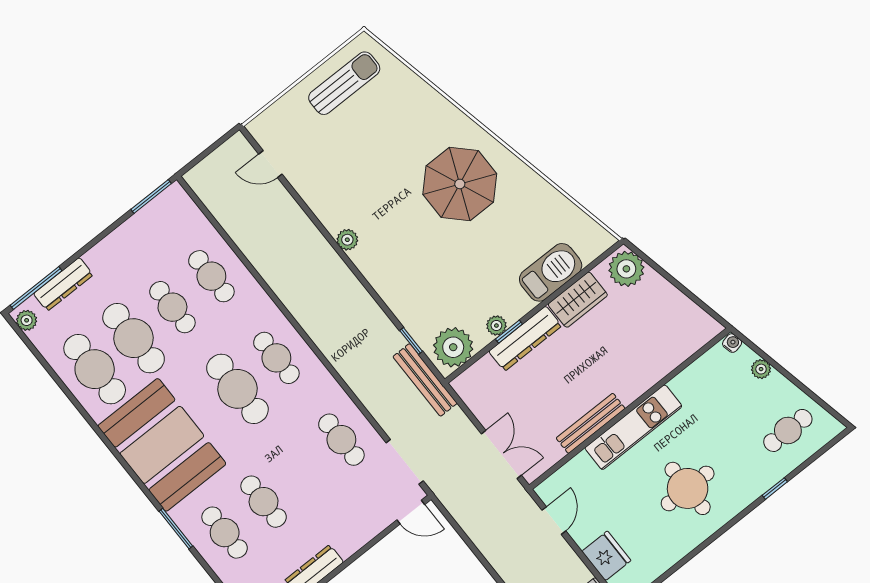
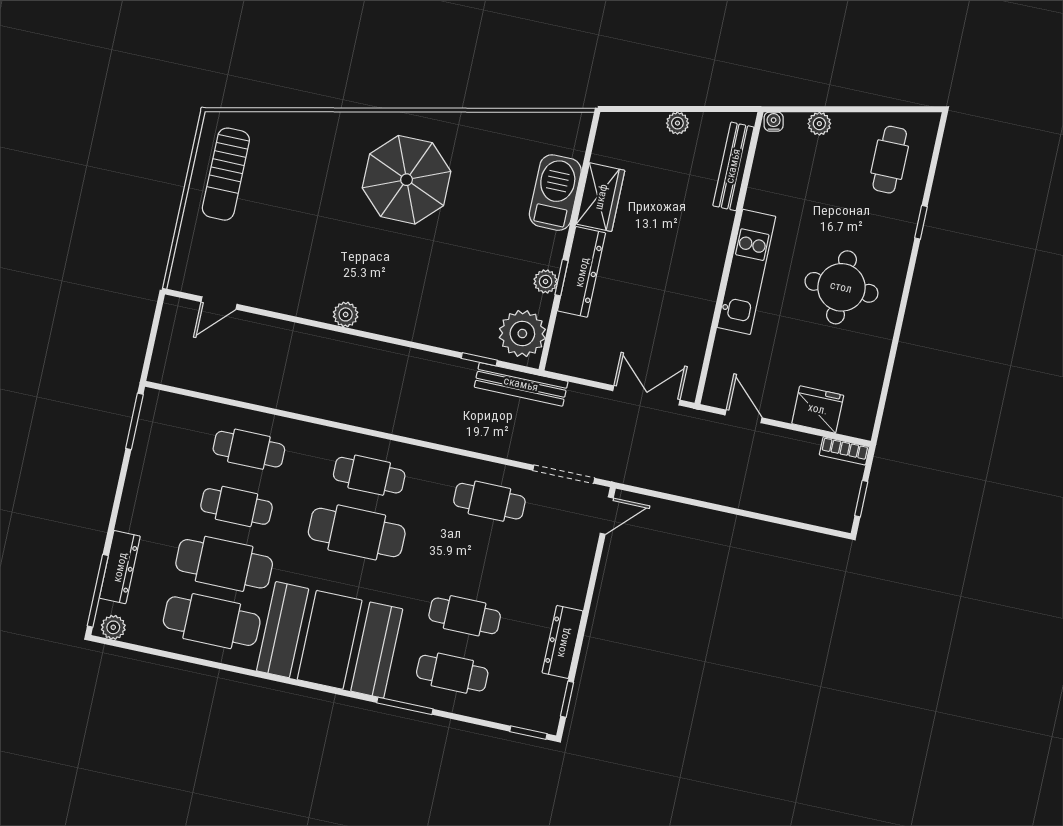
sun lounger: (344, 83) -> (226, 174), turned 180
plant: (626, 269) -> (677, 123), moved, width x0.53, depth x0.53
bench: (591, 423) -> (733, 166), moved

